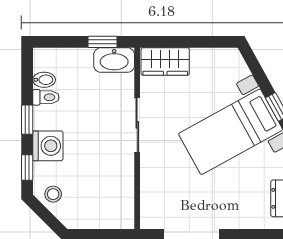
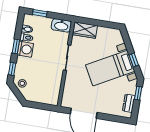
window: (103, 42) -> (40, 13), moved
washing machine: (48, 146) -> (25, 49), moved

